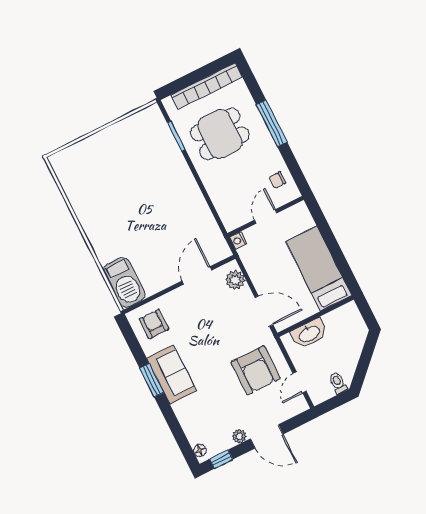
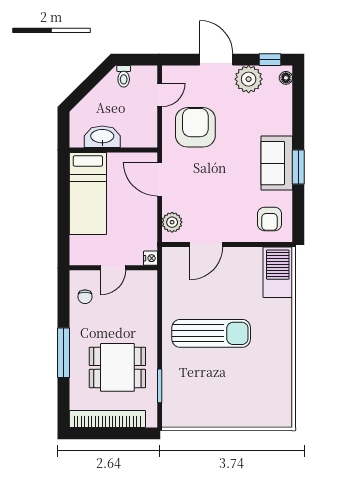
chair: (277, 180) -> (85, 297), turned 90
sun lounger: (155, 202) -> (211, 333), added
washbasin: (309, 333) -> (102, 137), moved
plant: (239, 436) -> (249, 79), width x1.88, depth x1.88

